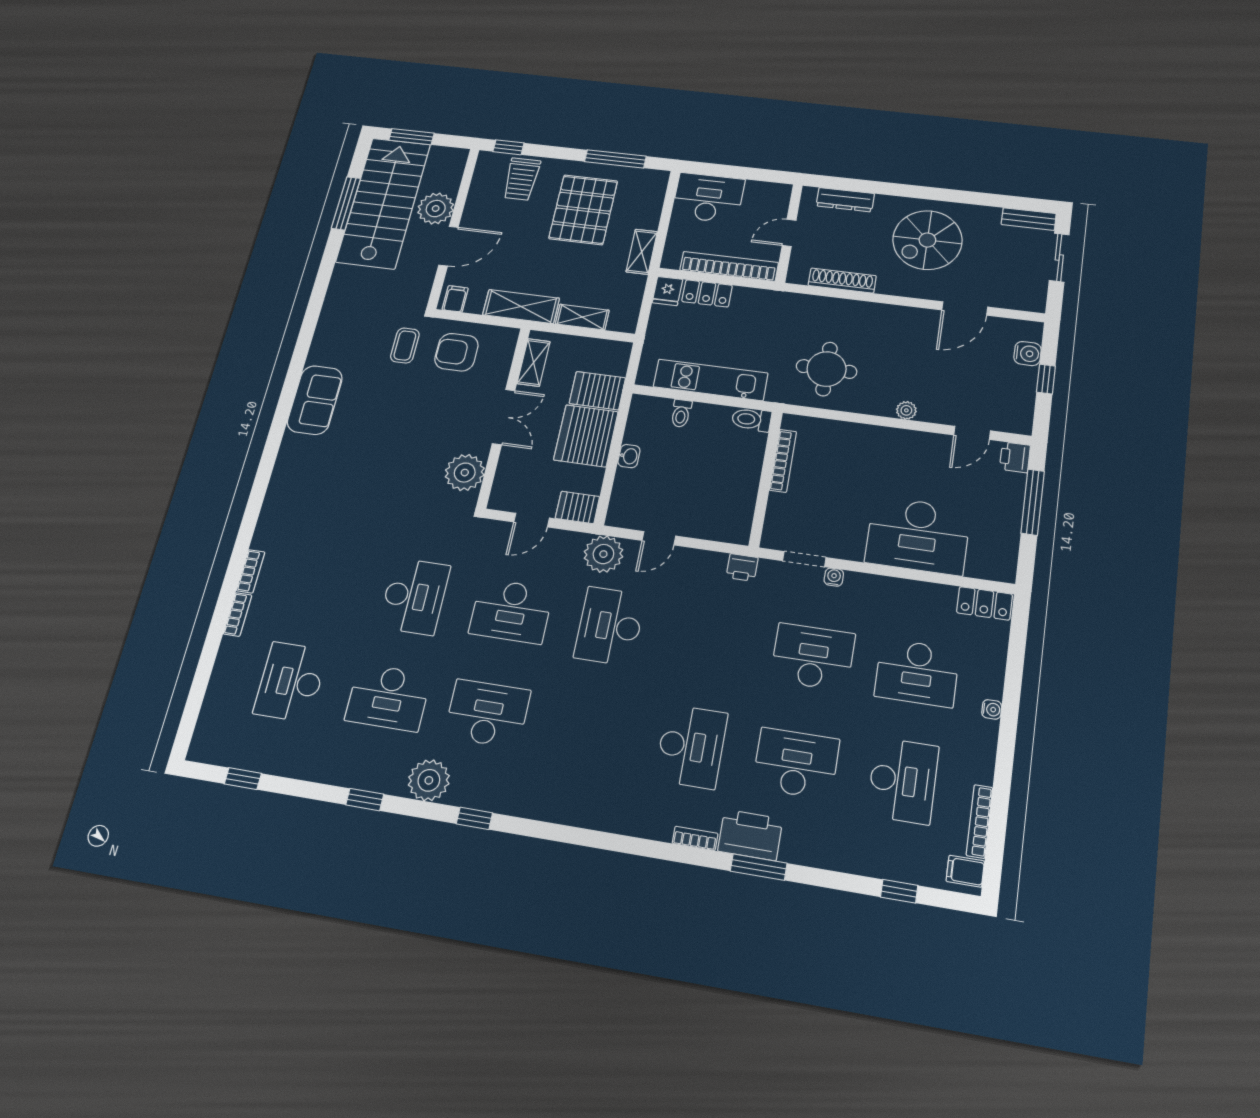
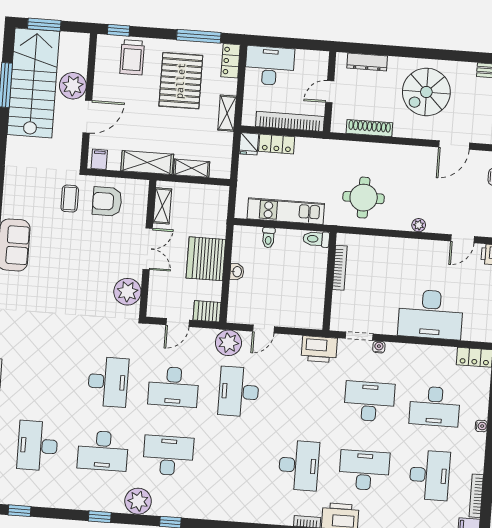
locker: (655, 189) -> (231, 61), added
server rack: (597, 391) -> (209, 224), removed
printer: (742, 568) -> (319, 349), width x1.87, depth x1.48

